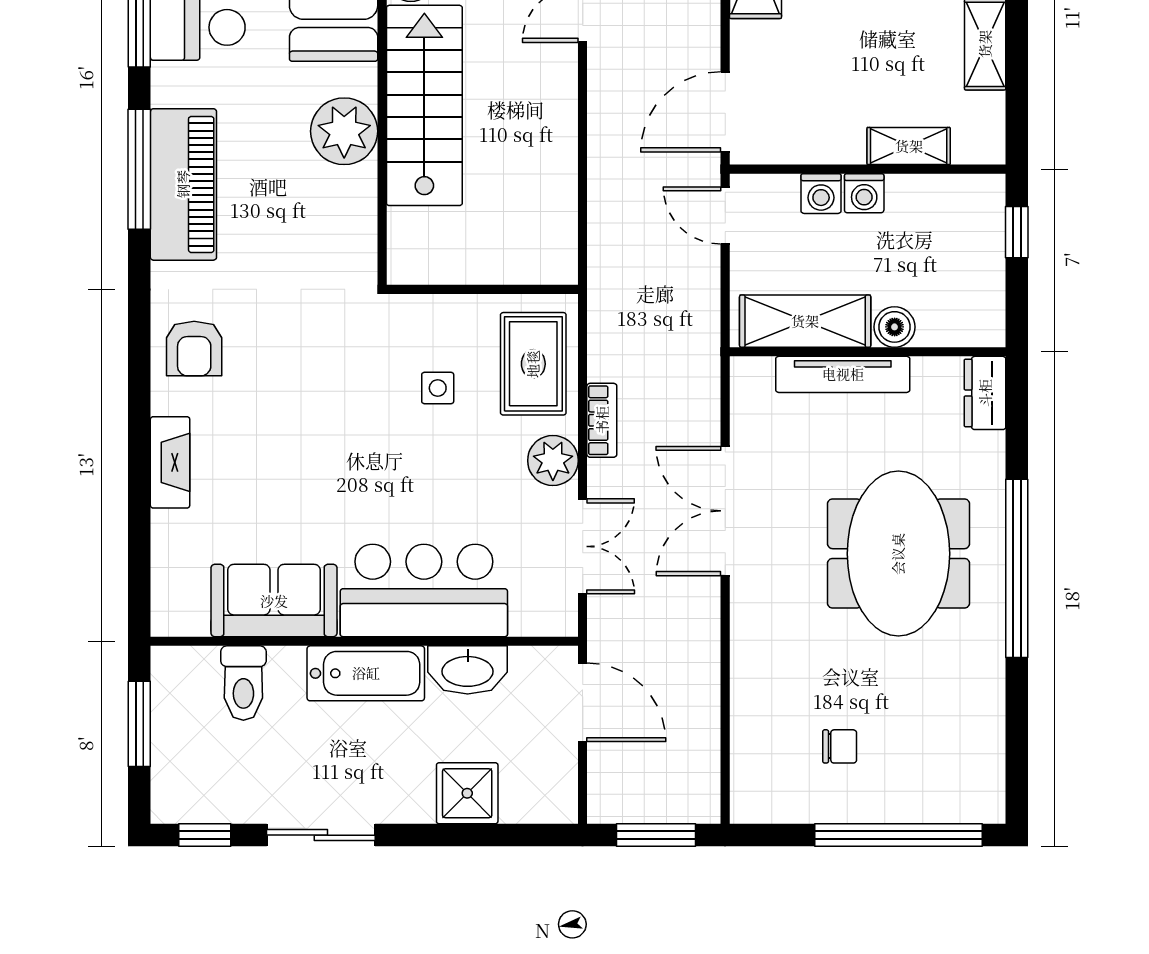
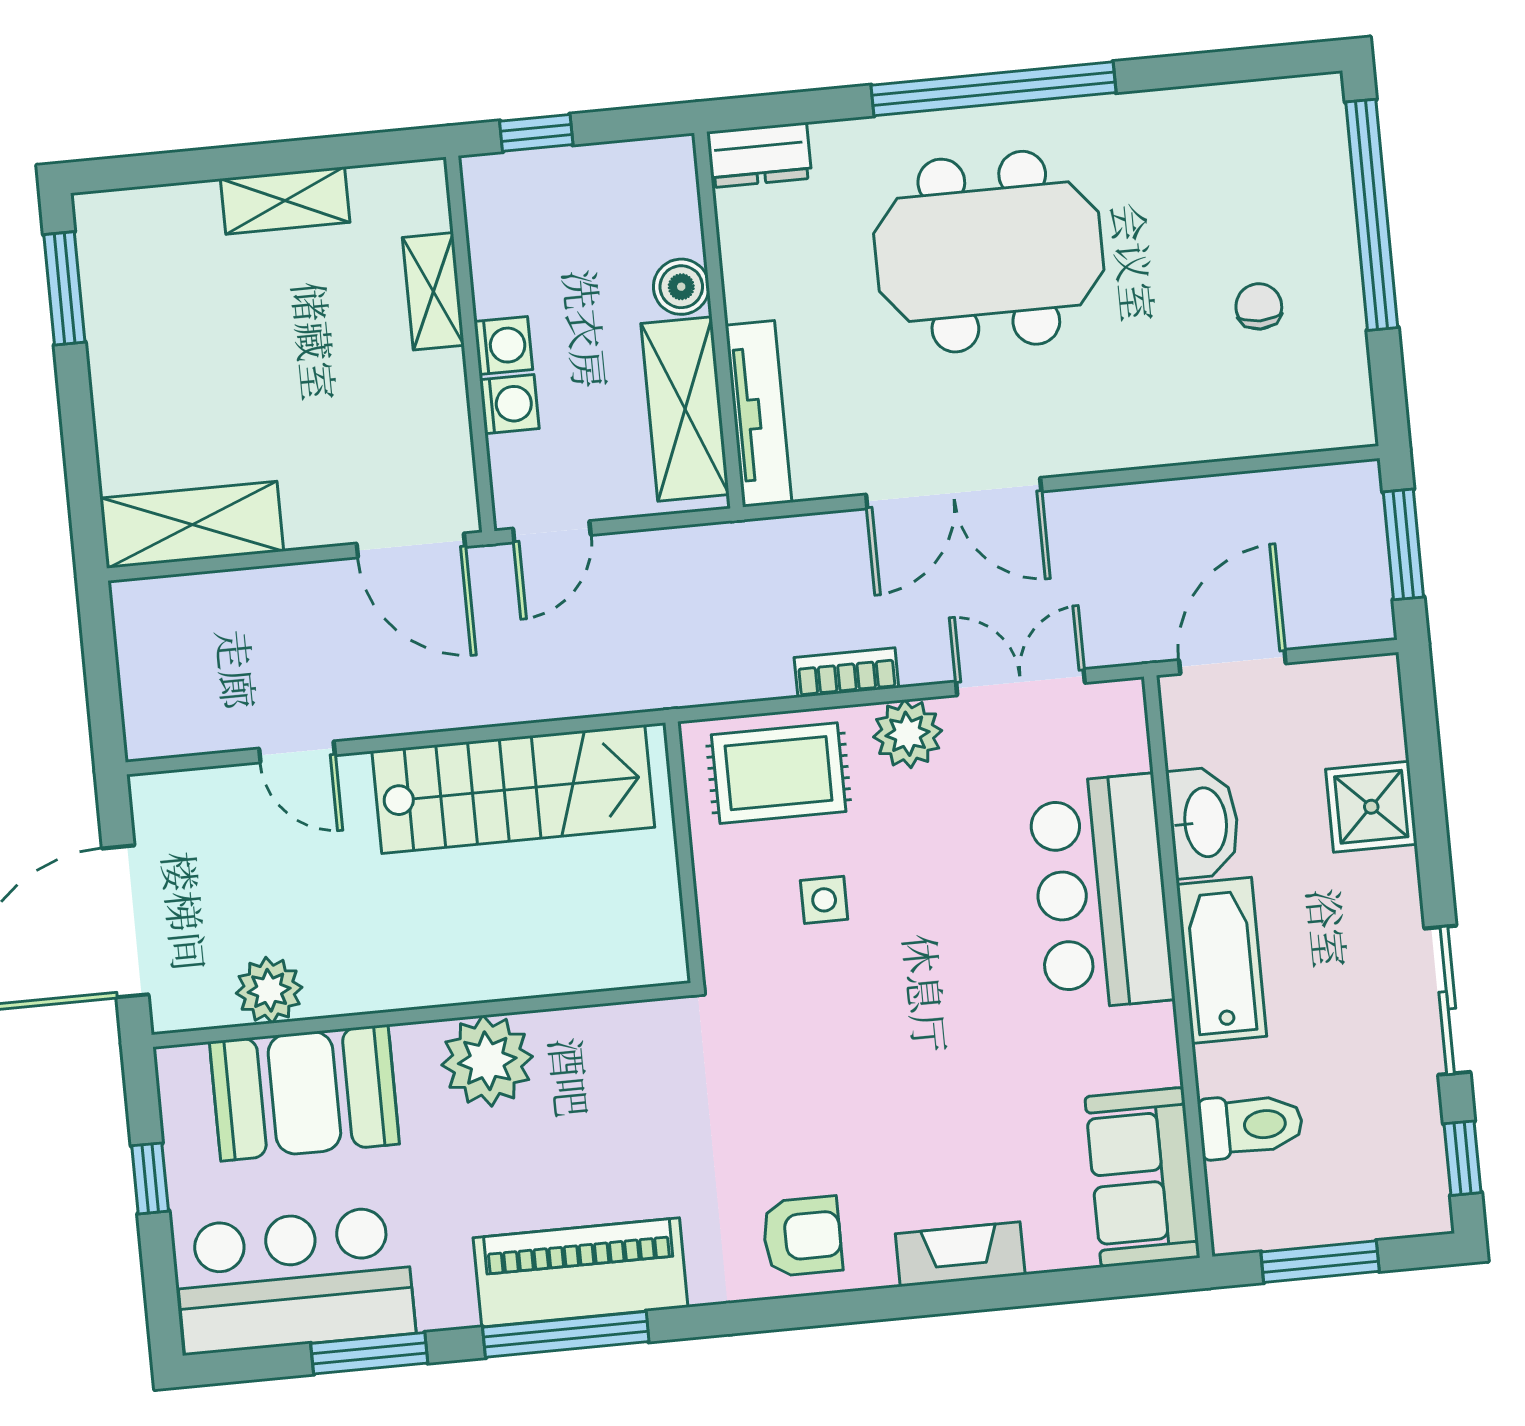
stairs: (424, 105) -> (513, 789), moved, turned 180
tv unit: (843, 374) -> (759, 414), moved
sofa: (274, 601) -> (1142, 1177), moved

